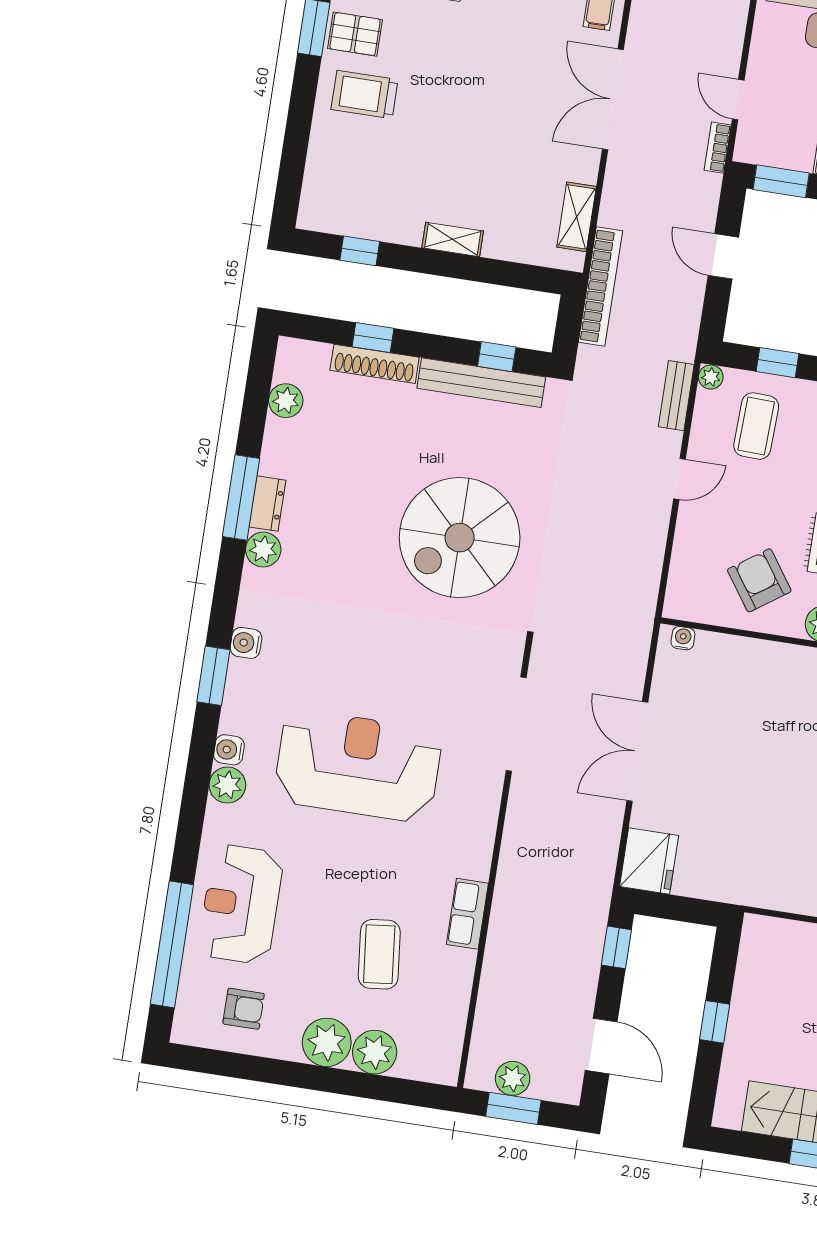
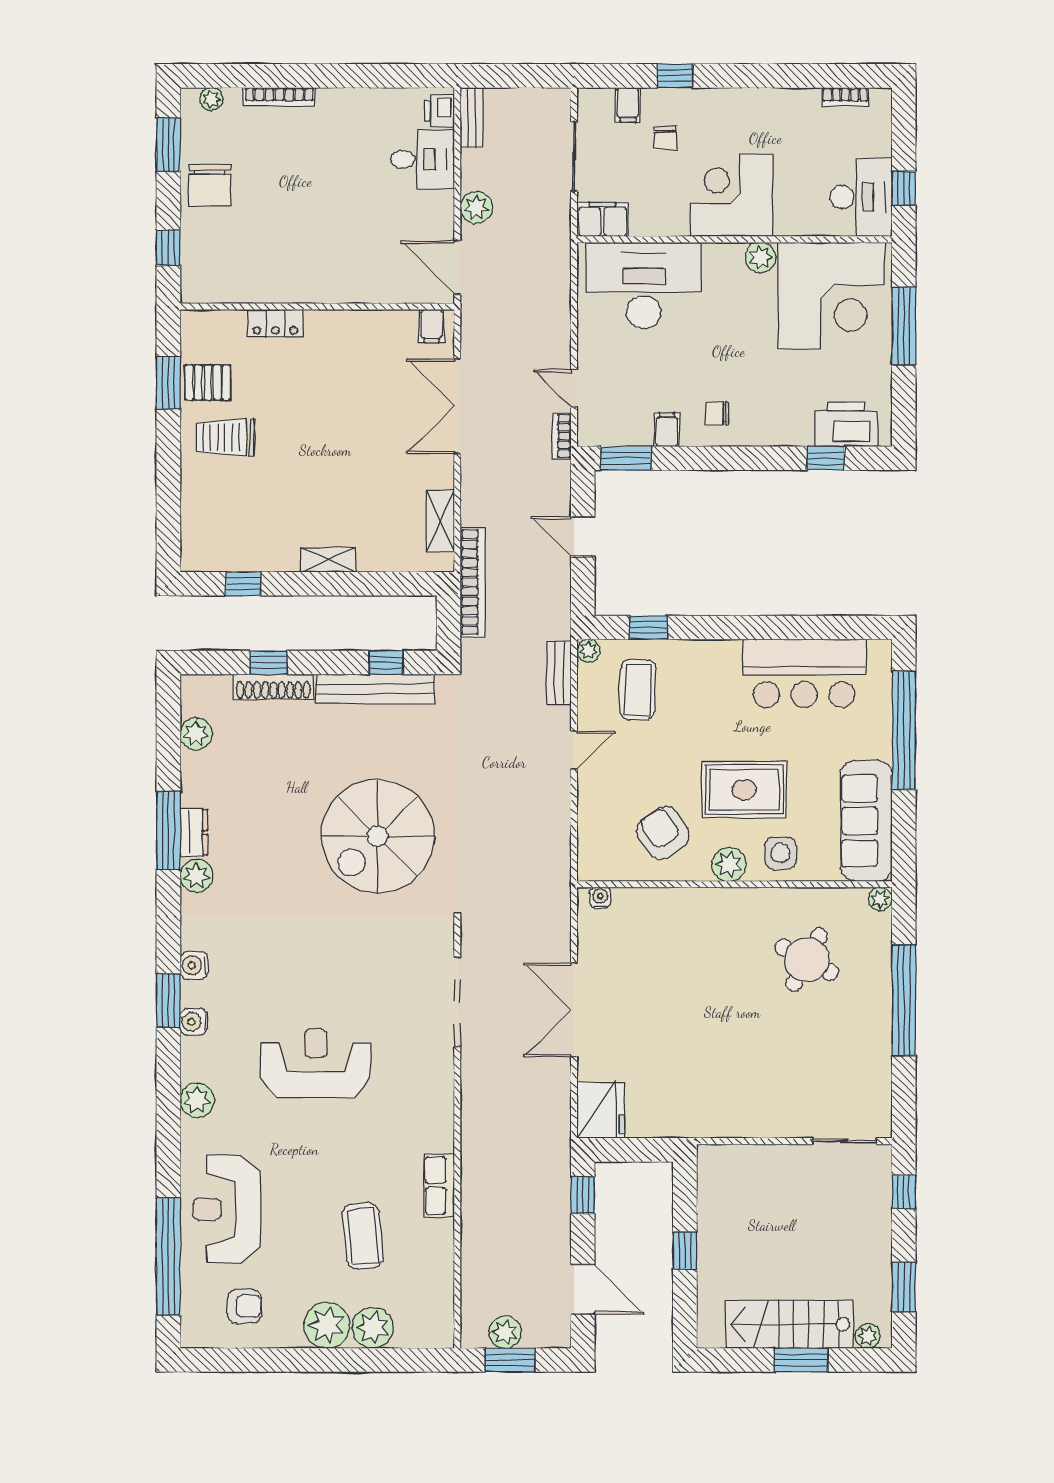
water cooler: (229, 750) -> (194, 1022), moved
reception desk: (358, 766) -> (316, 1063), width x0.74, depth x0.77

